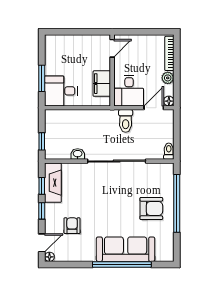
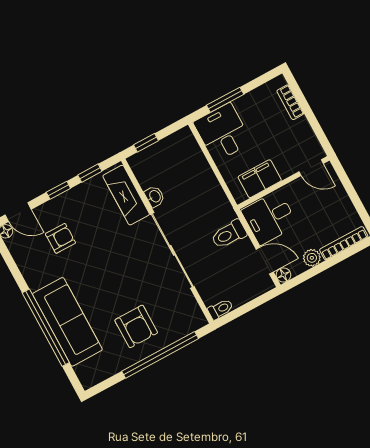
bookcase: (65, 39) -> (290, 102), added
fireplace: (53, 183) -> (126, 195), moved, turned 90

